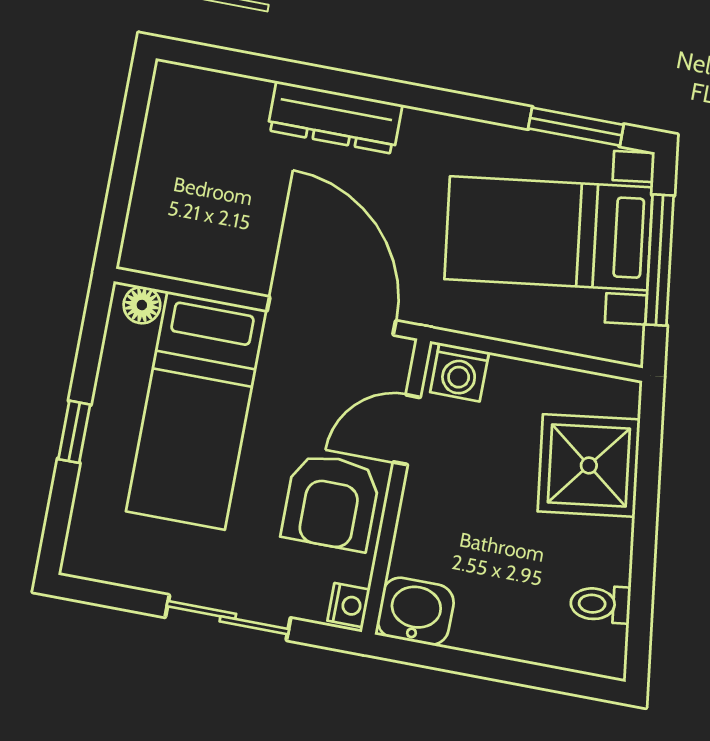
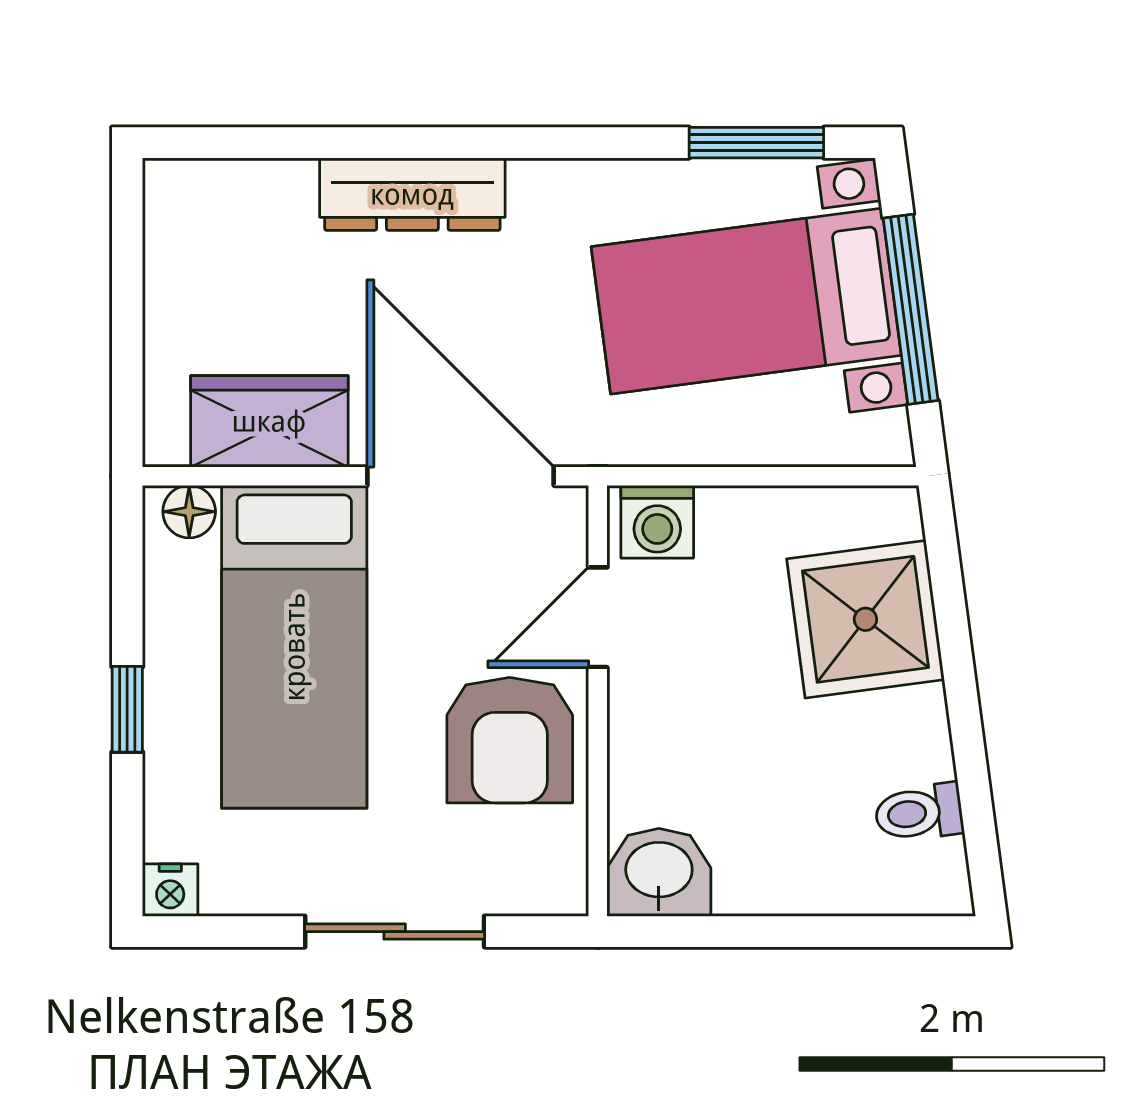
wardrobe: (208, 254) -> (269, 421), added
nightstand: (349, 605) -> (170, 890), moved, turned 90

